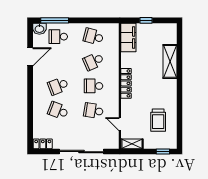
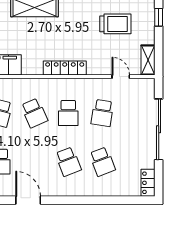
school desk: (58, 111) -> (102, 162), turned -42
door: (120, 124) -> (121, 77), swing flipped

